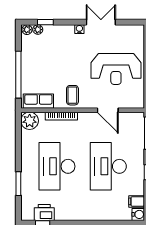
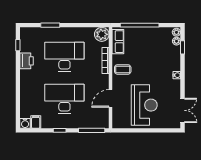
double door: (101, 22) -> (183, 110), moved
reception desk: (116, 69) -> (144, 105), turned 180
printer: (44, 213) -> (27, 61), moved

